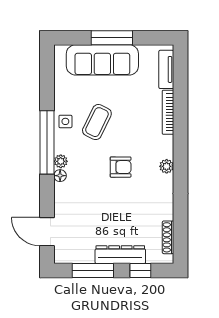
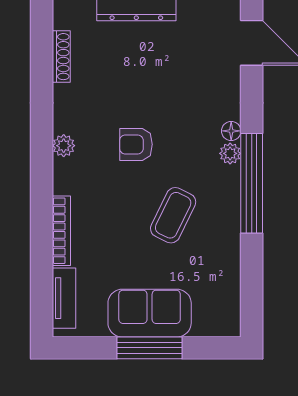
sofa: (102, 60) -> (150, 313), width x0.73
side table: (65, 121) -> (223, 216), removed
shoe rack: (168, 237) -> (61, 57), moved

